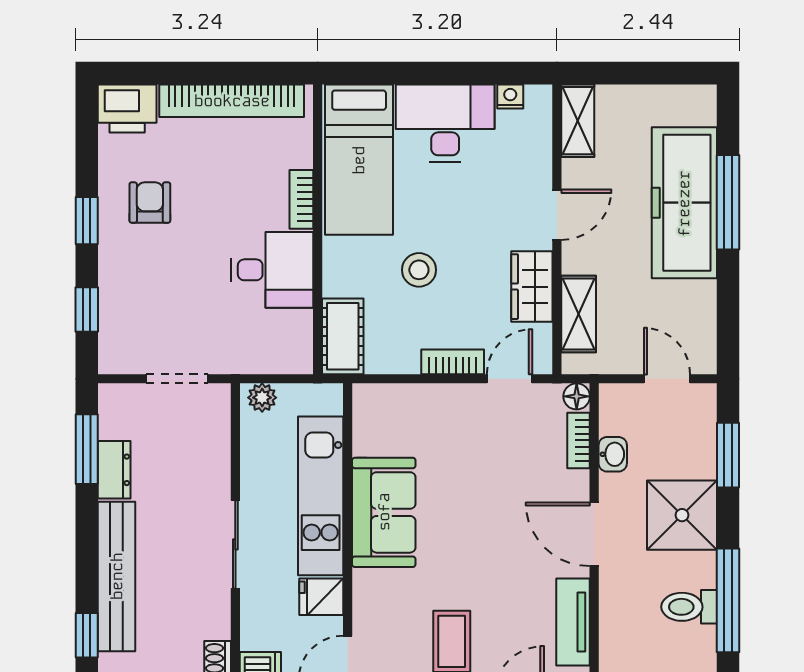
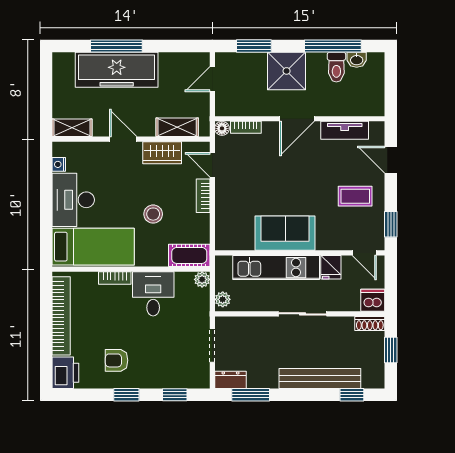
plant: (299, 360) -> (202, 279), added
washbasin: (613, 454) -> (357, 60), moved, turned 180
dresser: (114, 470) -> (230, 380), moved

